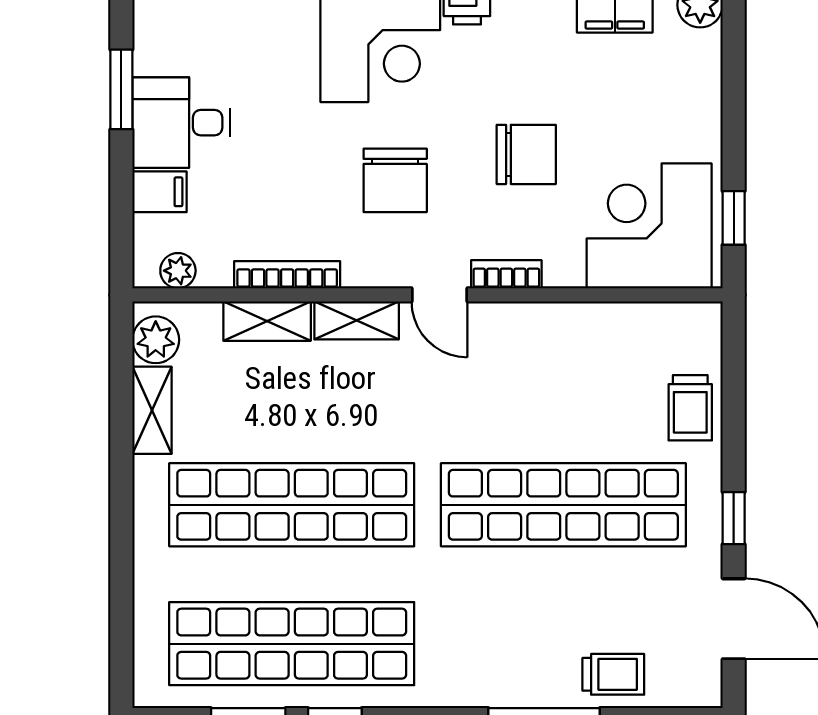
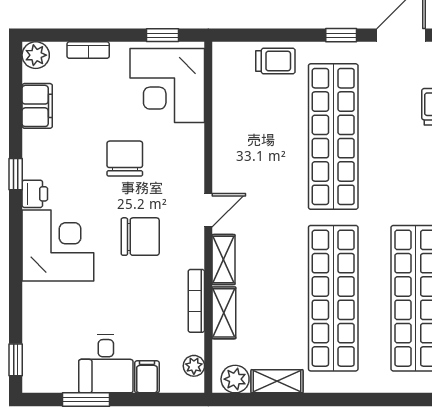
bookcase: (506, 274) -> (88, 50), moved, turned -90

